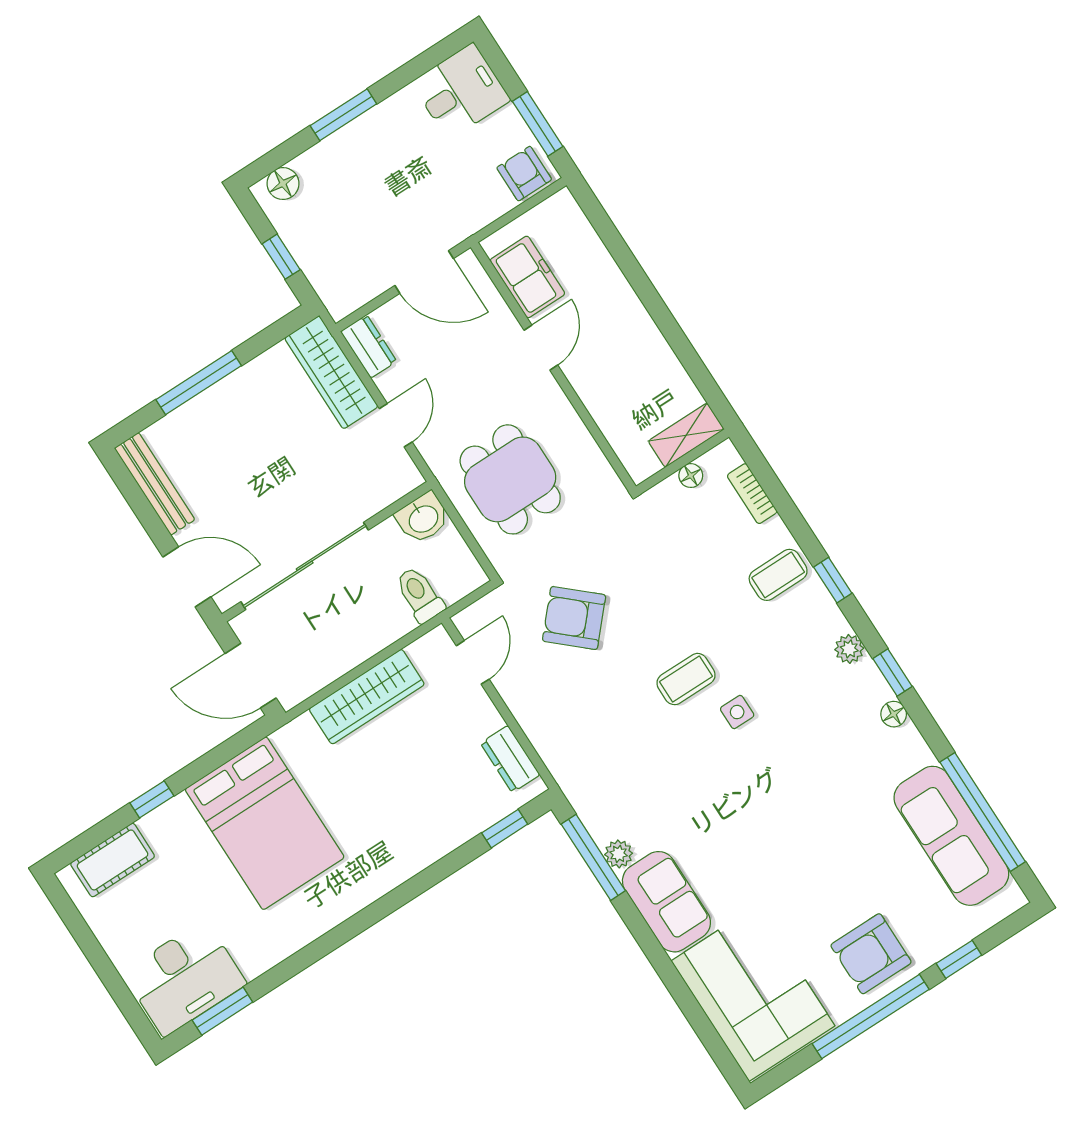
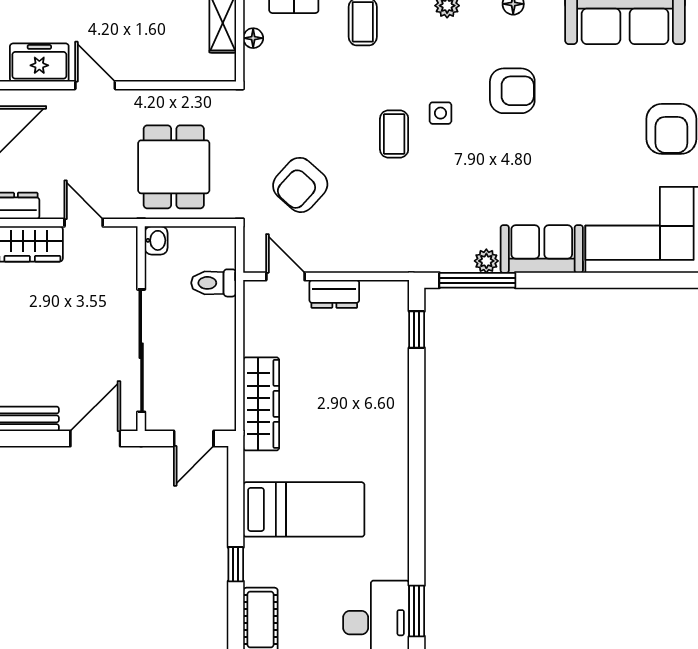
dining table: (510, 479) -> (174, 167), turned 90
washbasin: (423, 518) -> (156, 240), width x0.72, depth x0.69
door: (251, 676) -> (194, 439), width x0.73
wardrobe: (367, 697) -> (261, 404), moved
dresser: (510, 759) -> (334, 294), moved
armchair: (806, 770) -> (512, 91), added
bed: (265, 823) -> (304, 509), width x0.67

